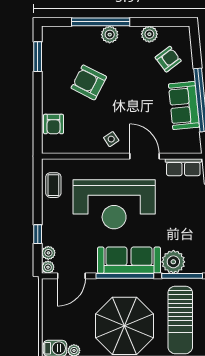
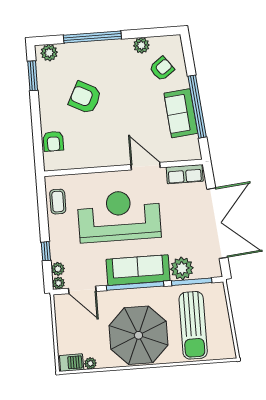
plant: (110, 35) -> (49, 53), moved
side table: (111, 139) -> (111, 152), removed
reception desk: (114, 204) -> (119, 216), turned 180
door: (71, 276) -> (82, 290), hinge flipped

